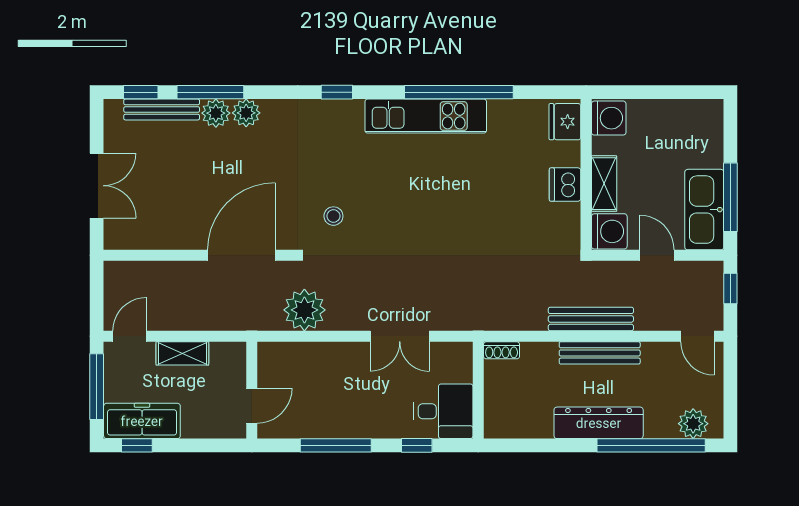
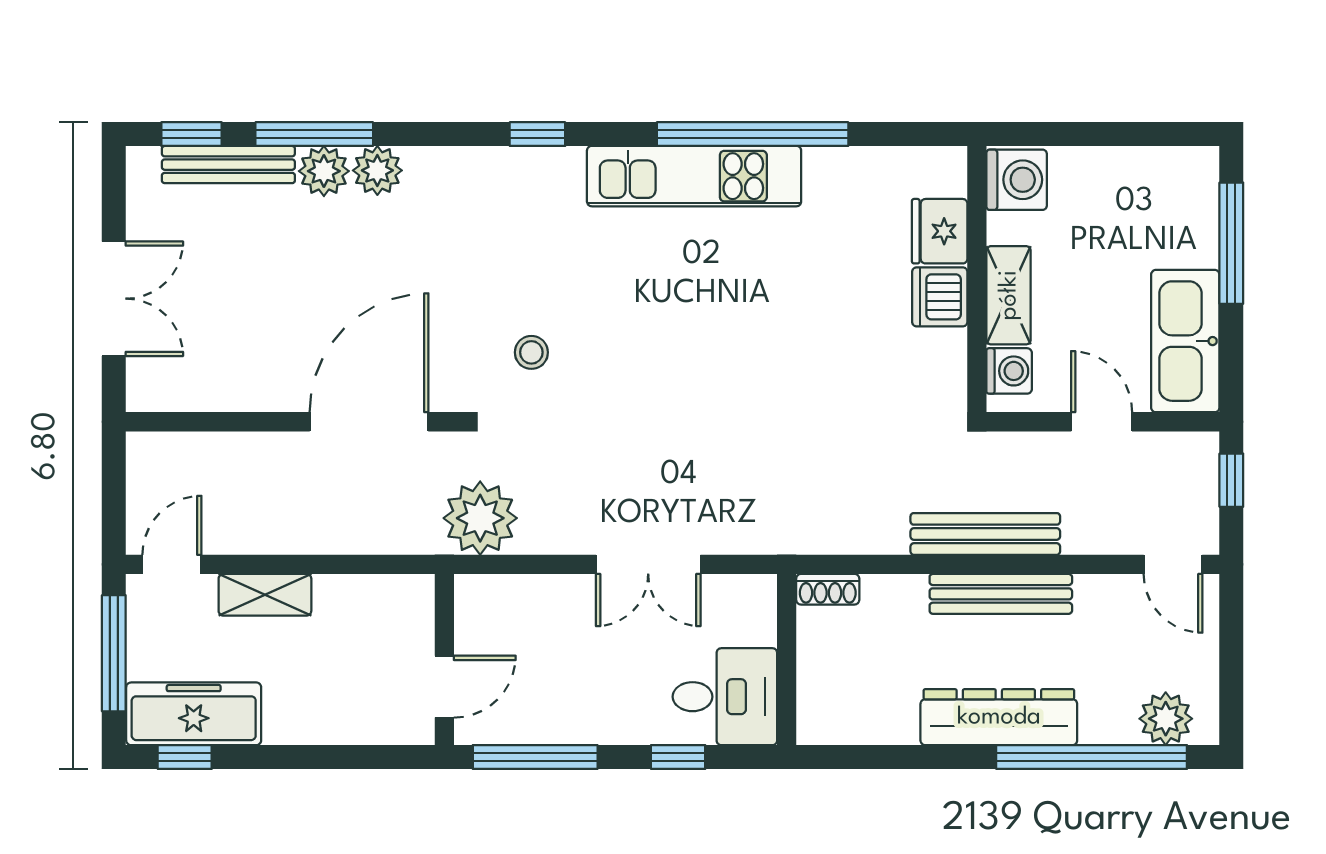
fridge: (565, 122) -> (940, 231), moved
window: (730, 197) -> (1231, 243), moved
washing machine: (609, 231) -> (1009, 371), width x0.73, depth x0.73
wall: (252, 390) -> (444, 660), moved
door: (252, 406) -> (444, 687), moved

